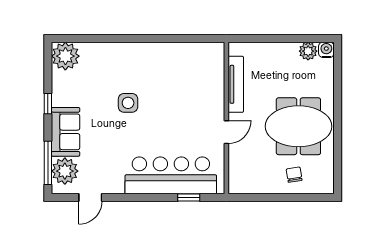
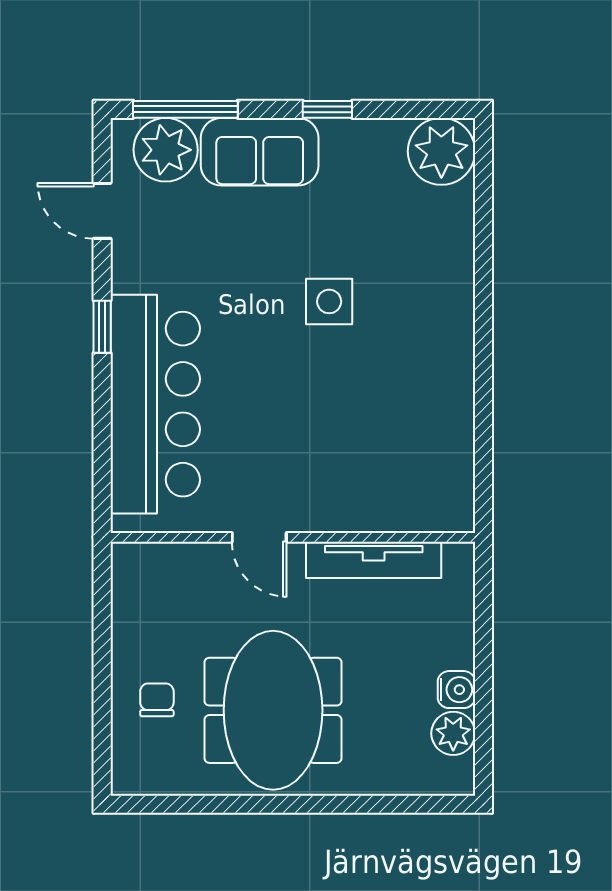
water cooler: (326, 50) -> (456, 690), moved
chair: (294, 175) -> (157, 700), turned -81
window: (189, 198) -> (102, 327), moved

